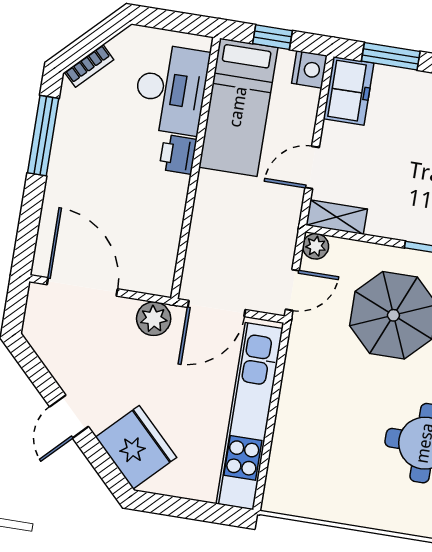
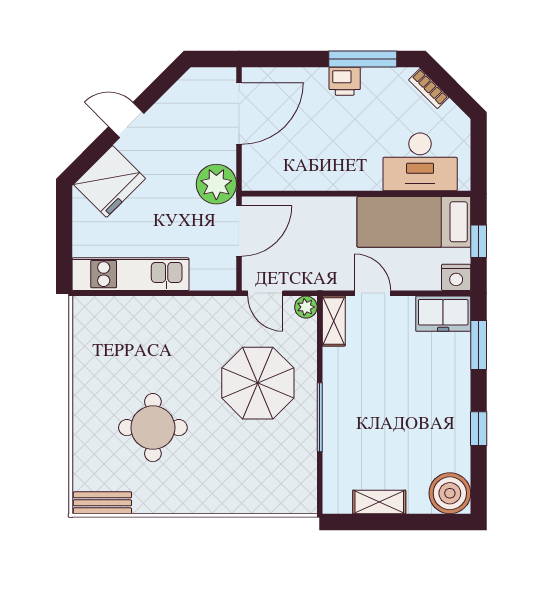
printer: (178, 154) -> (345, 81), moved, turned 180
door: (216, 309) -> (239, 231), swing flipped
plant: (154, 319) -> (216, 184), width x1.36, depth x1.36
kitchen unit: (250, 416) -> (130, 274), width x0.73

